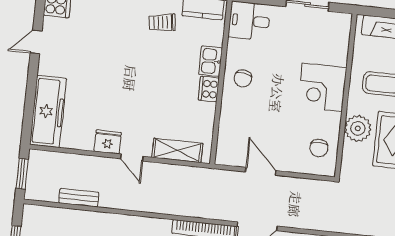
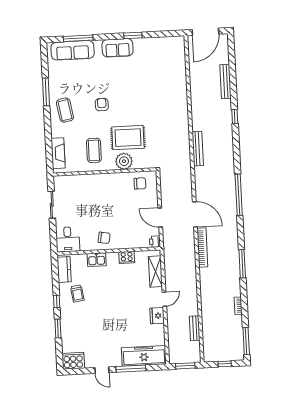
corner desk: (322, 87) -> (102, 187), removed
window: (31, 88) -> (131, 369), added
cooker: (209, 89) -> (127, 257), moved
printer: (224, 157) -> (155, 242), added
door: (261, 171) -> (160, 218), hinge flipped

